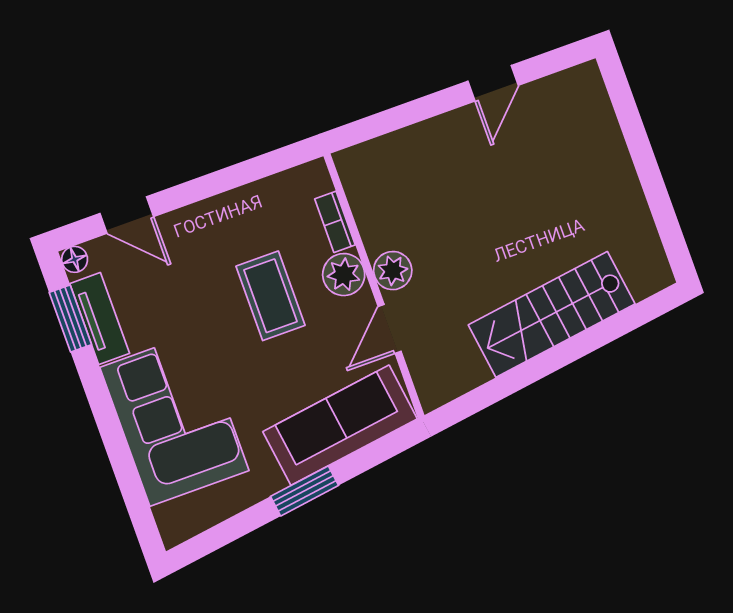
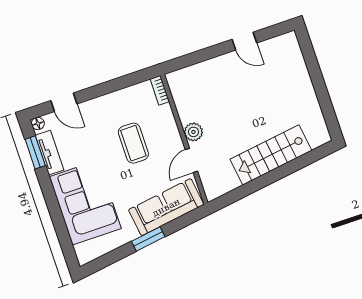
door: (493, 83) -> (244, 41), hinge flipped
bookcase: (335, 222) -> (160, 90), moved
plant: (344, 275) -> (169, 133), removed

